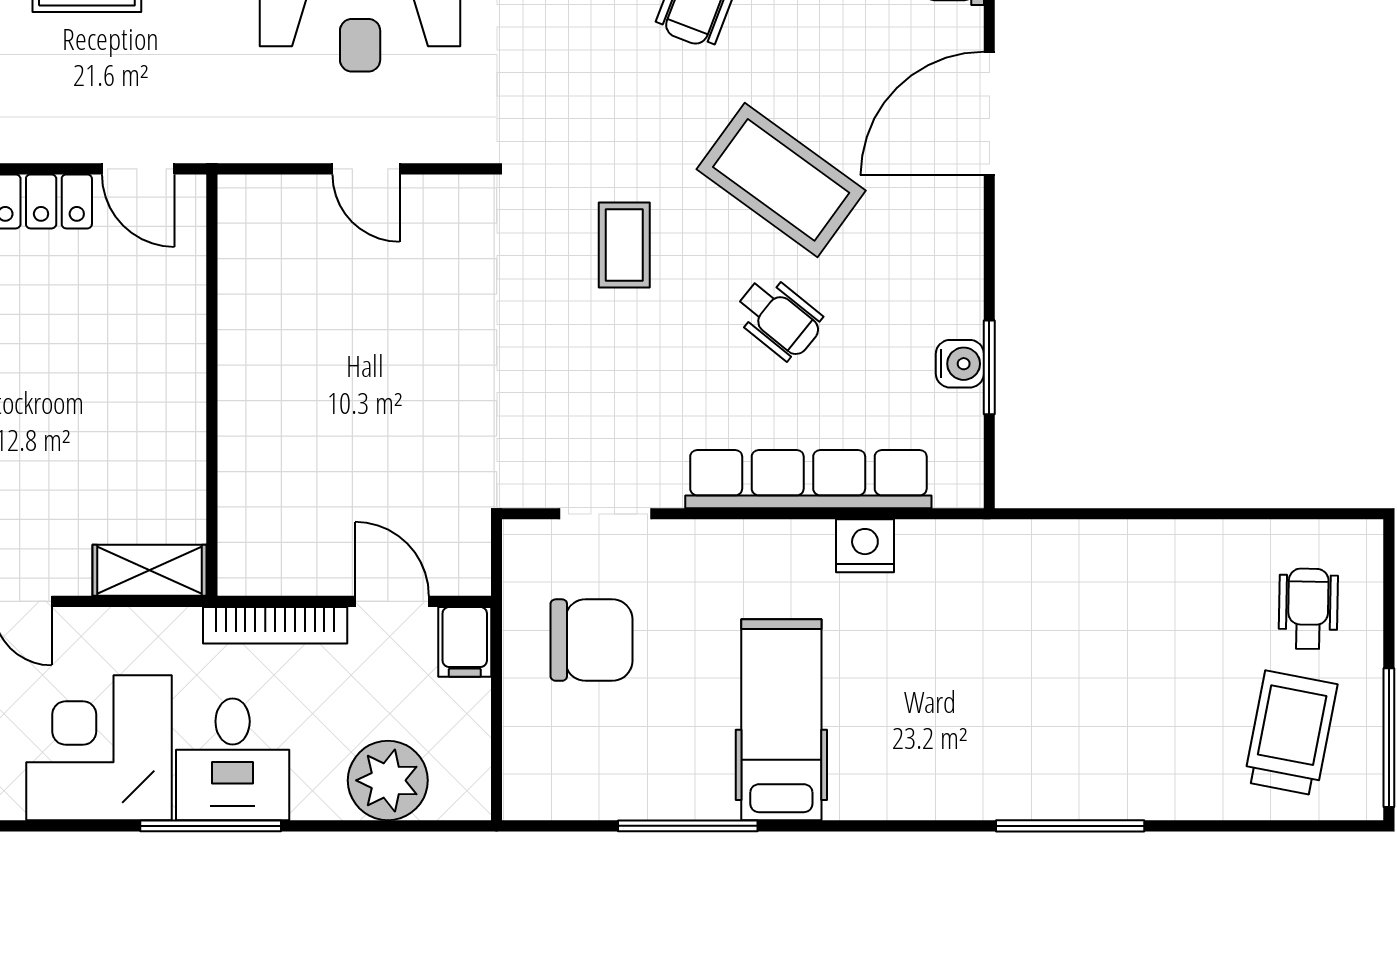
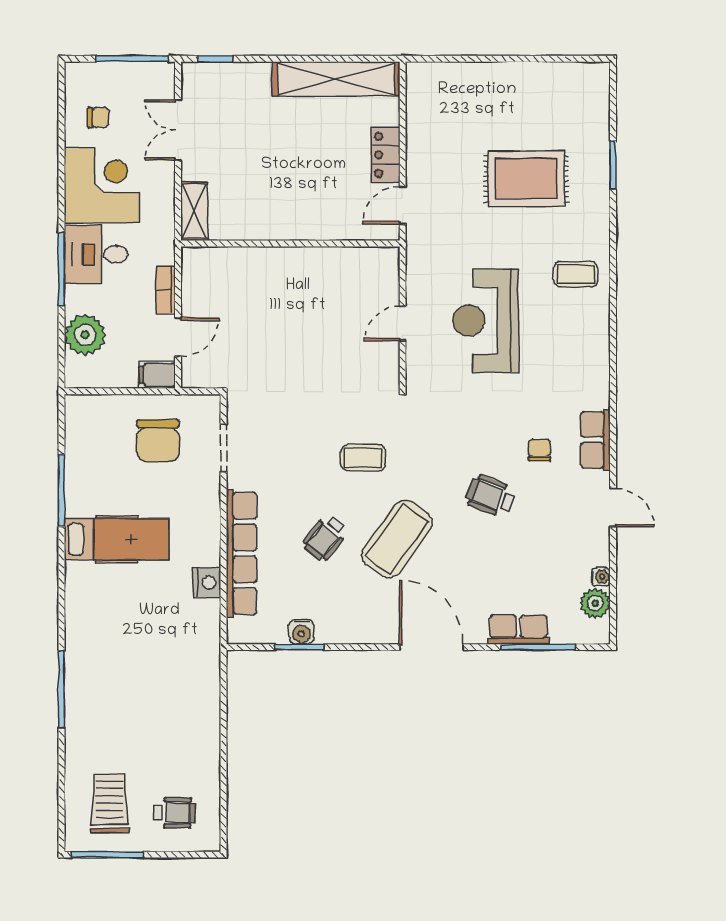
bookcase: (275, 625) -> (166, 290), width x0.64
trolley: (1291, 733) -> (110, 804), turned -101
window: (211, 826) -> (62, 269), moved

